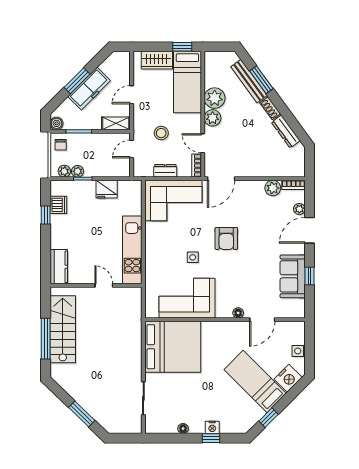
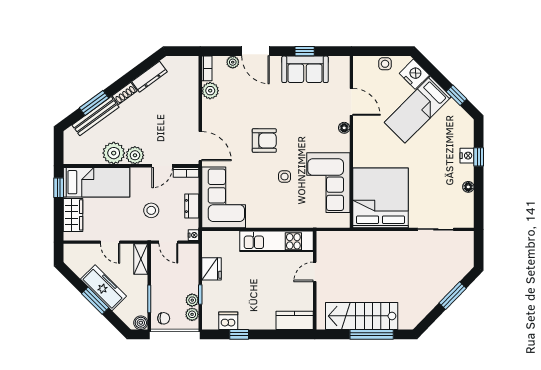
nightstand: (138, 172) -> (193, 235), added

